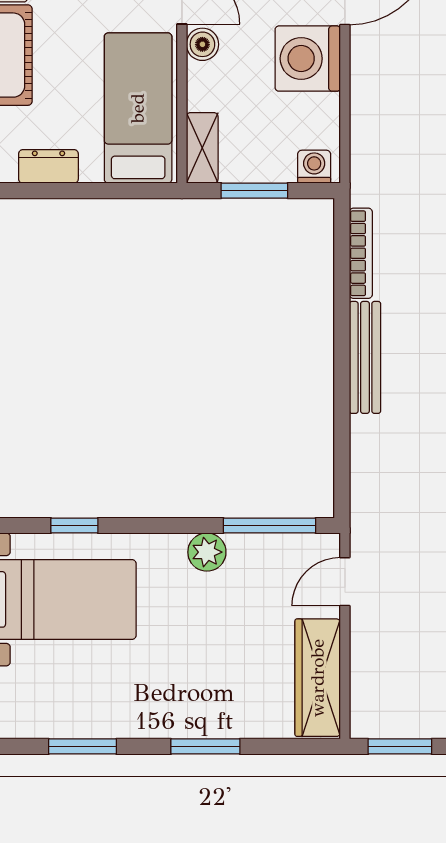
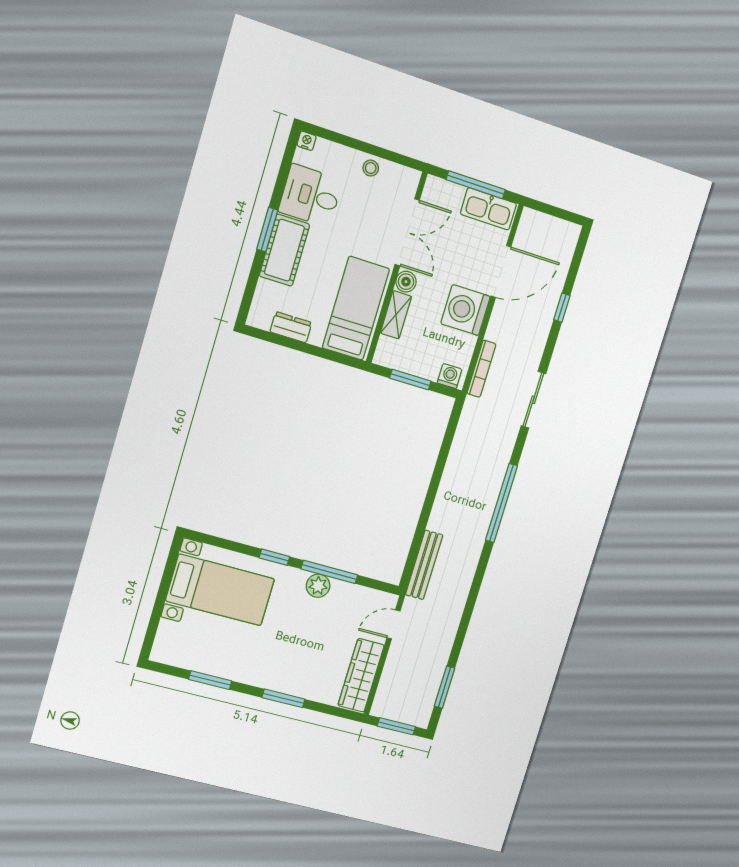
shelving: (202, 148) -> (396, 315), moved
bookcase: (361, 253) -> (481, 369), moved
bench: (365, 357) -> (424, 565), moved
window: (74, 526) -> (274, 557), moved
window: (269, 526) -> (329, 572), moved

